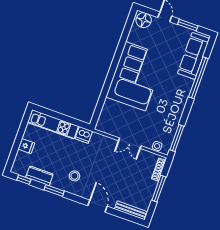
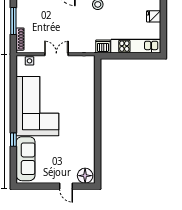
window: (188, 25) -> (41, 186), removed
corner sofa: (135, 76) -> (37, 106), moved, turned 180
window: (198, 78) -> (13, 140), width x0.32
window: (177, 138) -> (13, 75), removed

